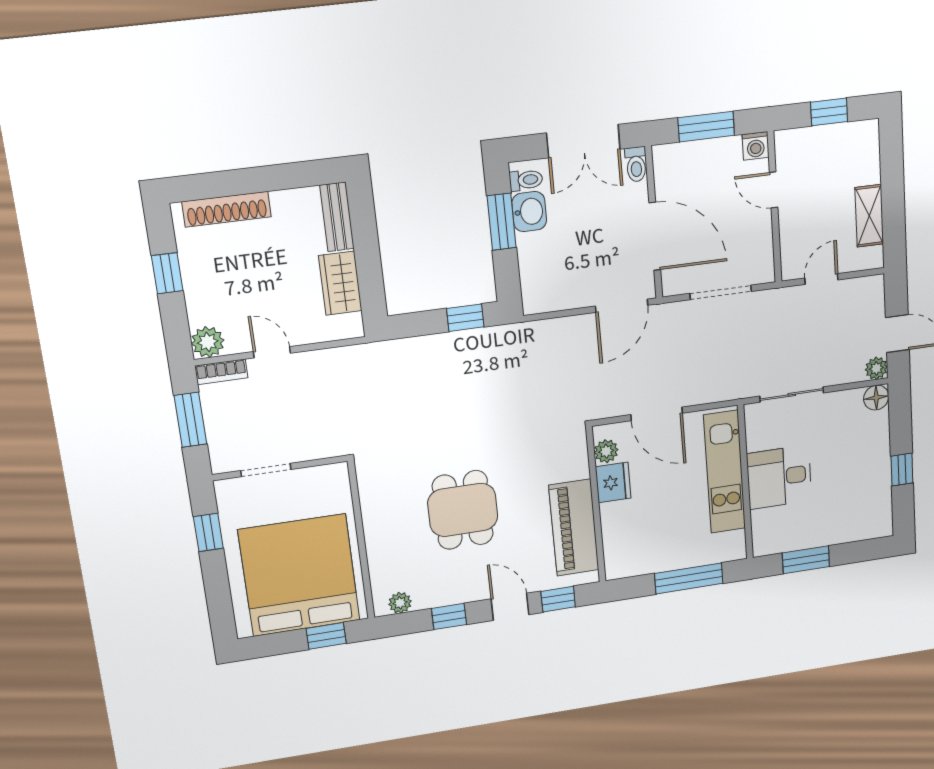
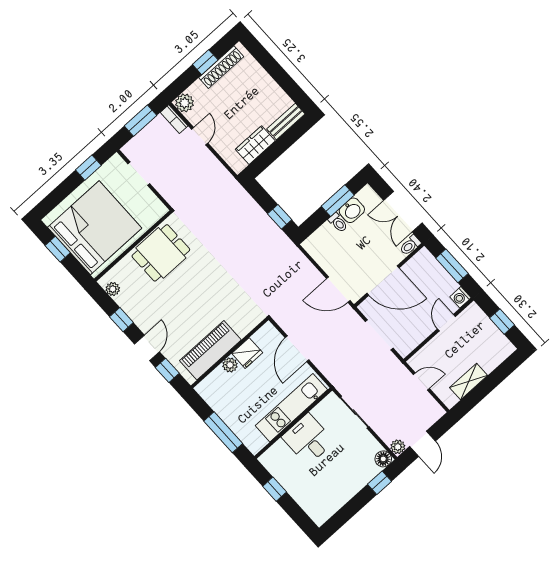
toilet: (526, 180) -> (338, 223), moved
shoe rack: (227, 209) -> (221, 67), moved, turned -90
door: (655, 236) -> (383, 281), hinge flipped
plant: (606, 451) -> (230, 365), moved
window: (902, 469) -> (379, 483), moved
dining table: (463, 510) -> (161, 253), moved
window: (806, 560) -> (275, 489), width x0.67
window: (326, 636) -> (58, 249), moved

